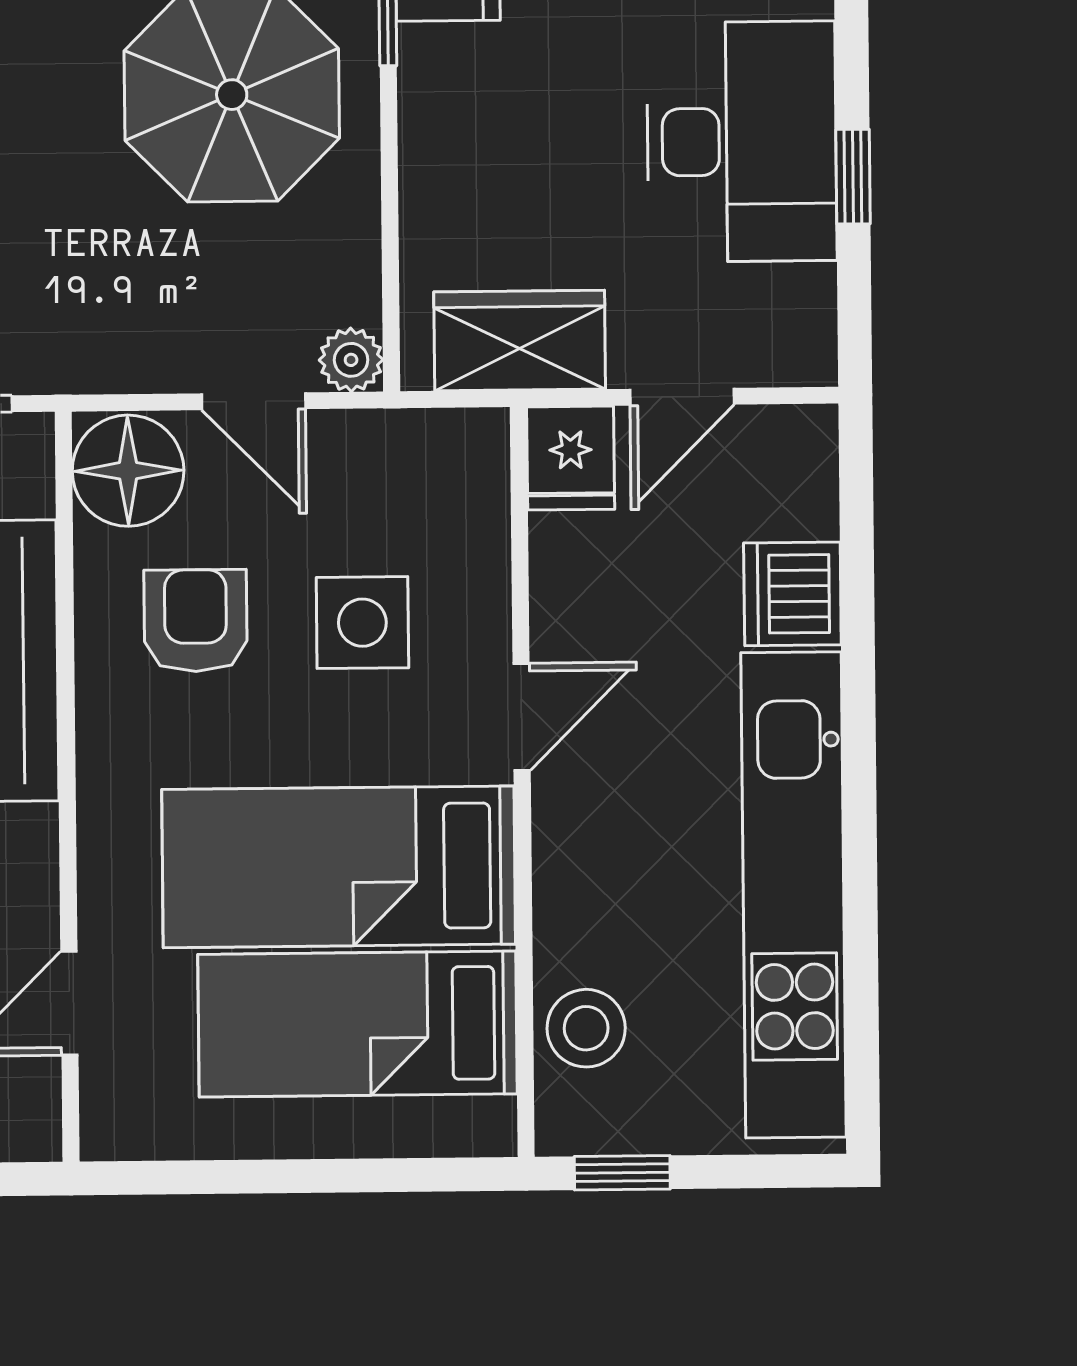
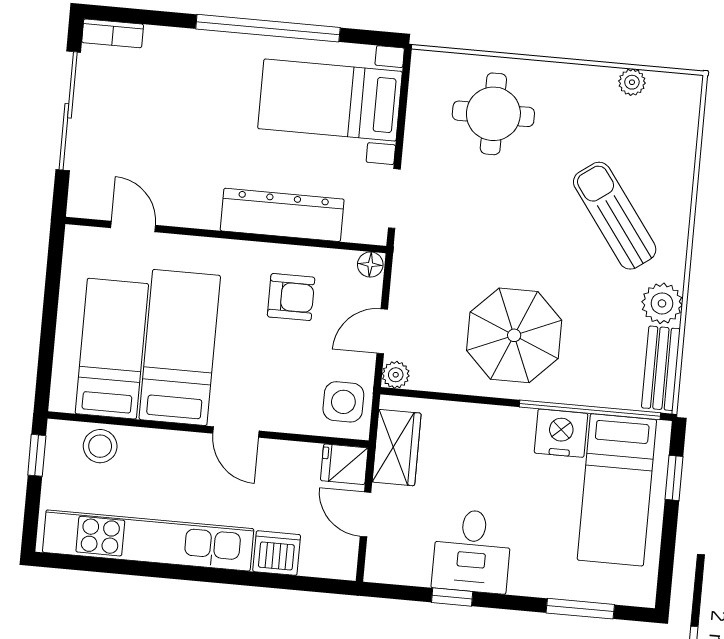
desk: (742, 142) -> (472, 551), width x0.73
floor lamp: (128, 471) -> (370, 265), width x0.53, depth x0.53
side table: (362, 623) -> (343, 402), moved

